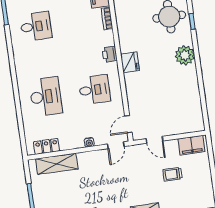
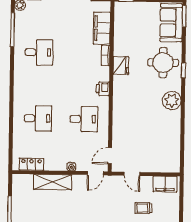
fridge: (130, 62) -> (121, 66), moved
desk: (46, 97) -> (38, 118), width x0.73
shelving: (57, 164) -> (53, 182), moved

